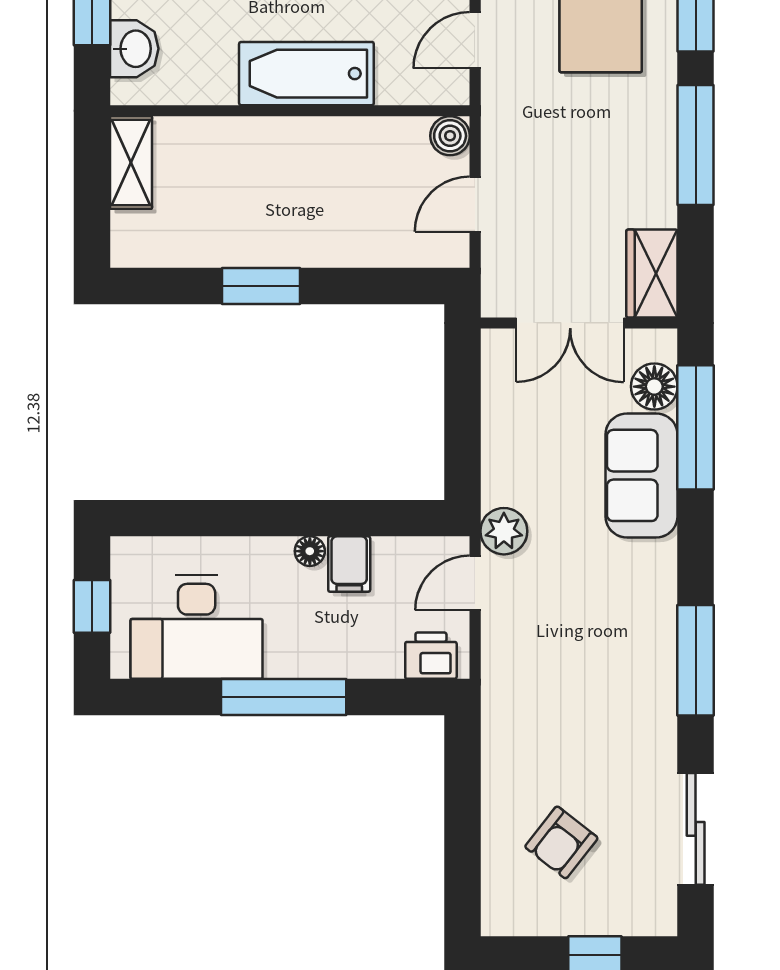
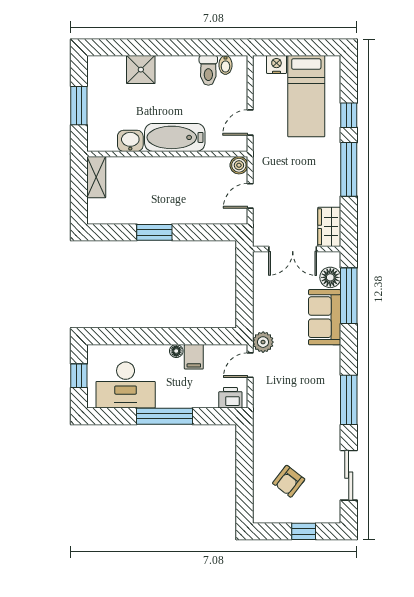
washbasin: (134, 49) -> (130, 141), moved, turned -90

